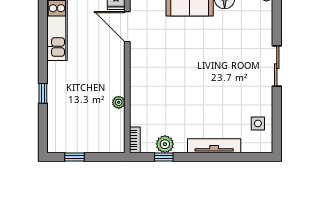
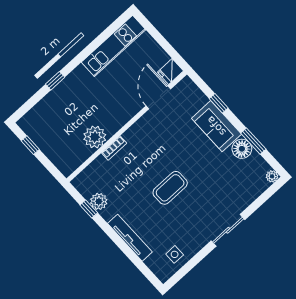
coffee table: (204, 81) -> (170, 188), added
plant: (119, 102) -> (95, 137), width x1.87, depth x1.87
bookcase: (135, 140) -> (114, 148), moved

